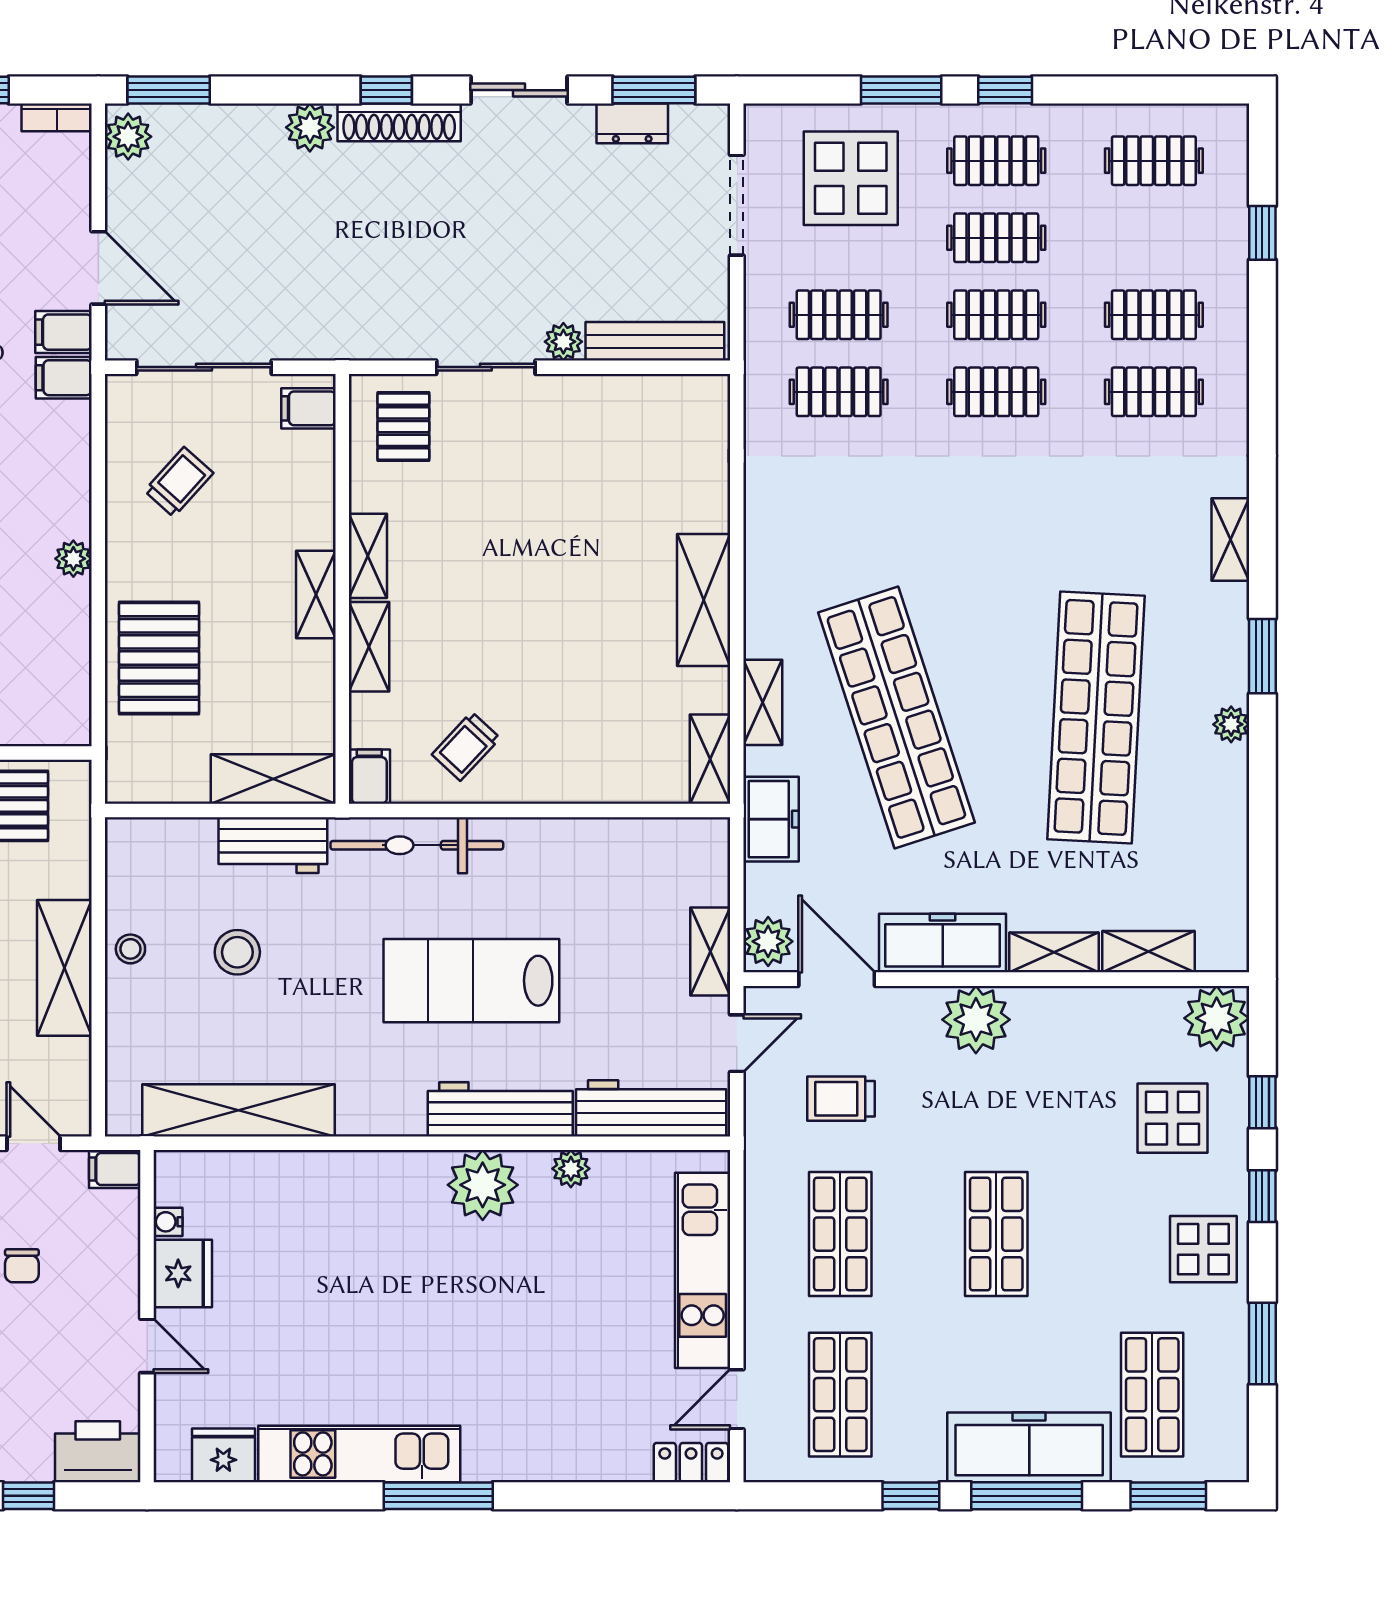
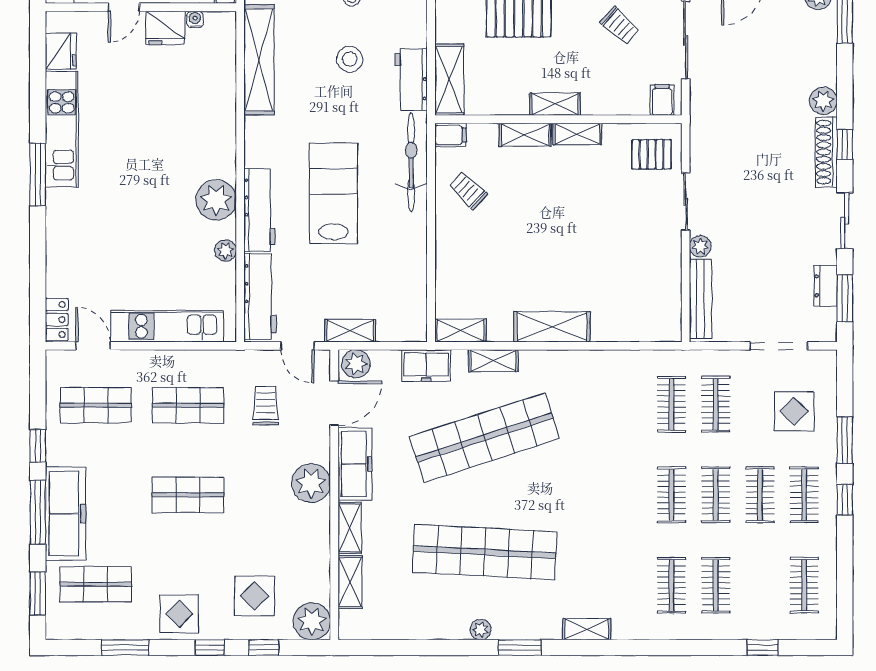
display table: (851, 178) -> (794, 411), width x0.73, depth x0.73

